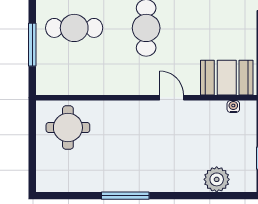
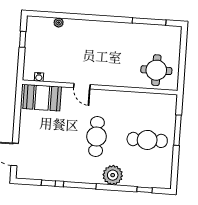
plant: (217, 179) -> (59, 23), width x0.53, depth x0.53
window: (125, 196) -> (149, 21), moved

